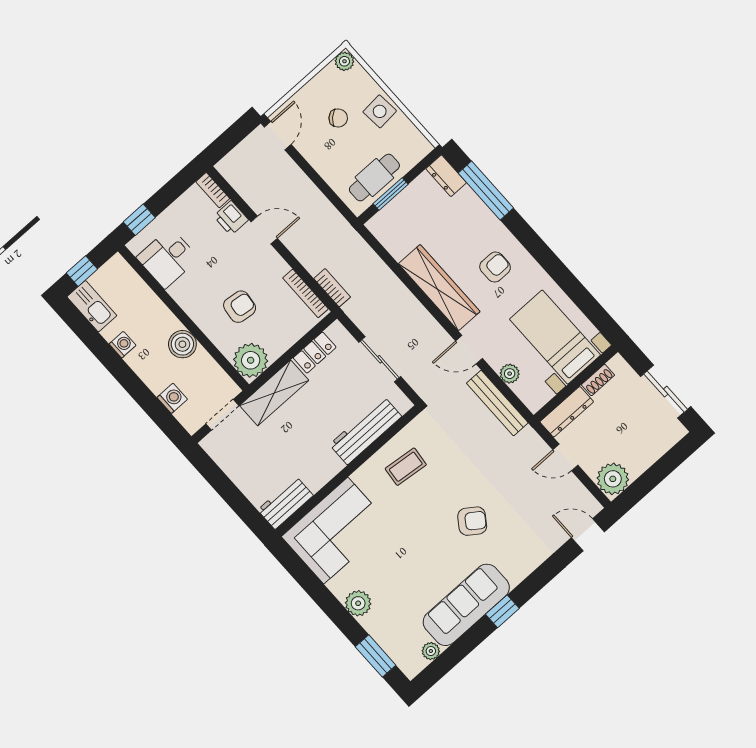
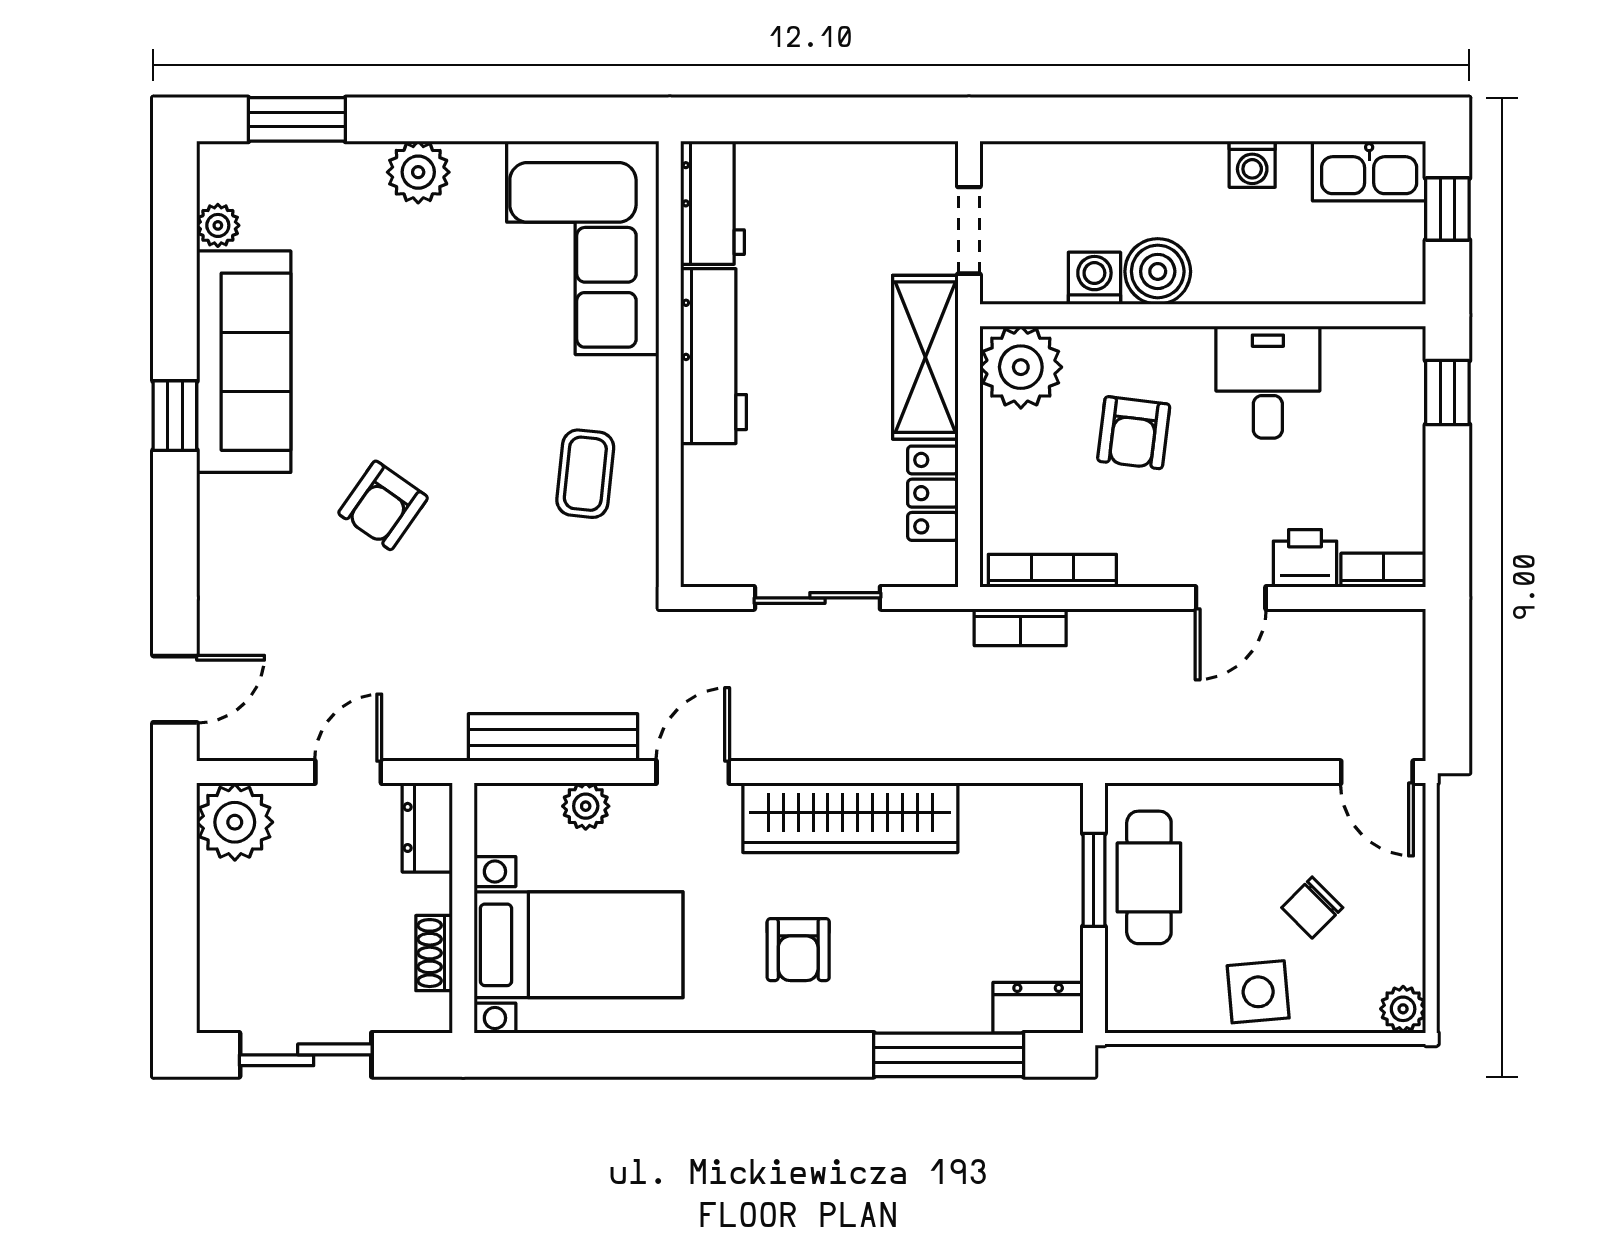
desk: (168, 258) -> (1268, 382), moved
washing machine: (172, 398) -> (1094, 278), moved, turned 180
dresser: (567, 412) -> (427, 827), width x0.70
workbench: (366, 430) -> (714, 356), moved

